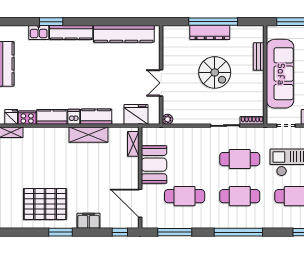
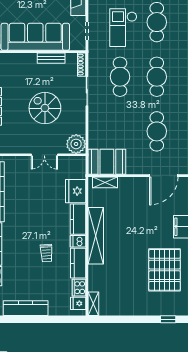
bench: (259, 57) -> (51, 58), moved
spiral stairs: (215, 72) -> (45, 108), moved, turned -90
trolley: (62, 85) -> (46, 253), added
fridge: (136, 114) -> (76, 191), moved
plant: (167, 119) -> (76, 144), width x1.87, depth x1.87
shelving: (88, 135) -> (96, 236), width x1.47
booth: (154, 165) -> (107, 162), moved

